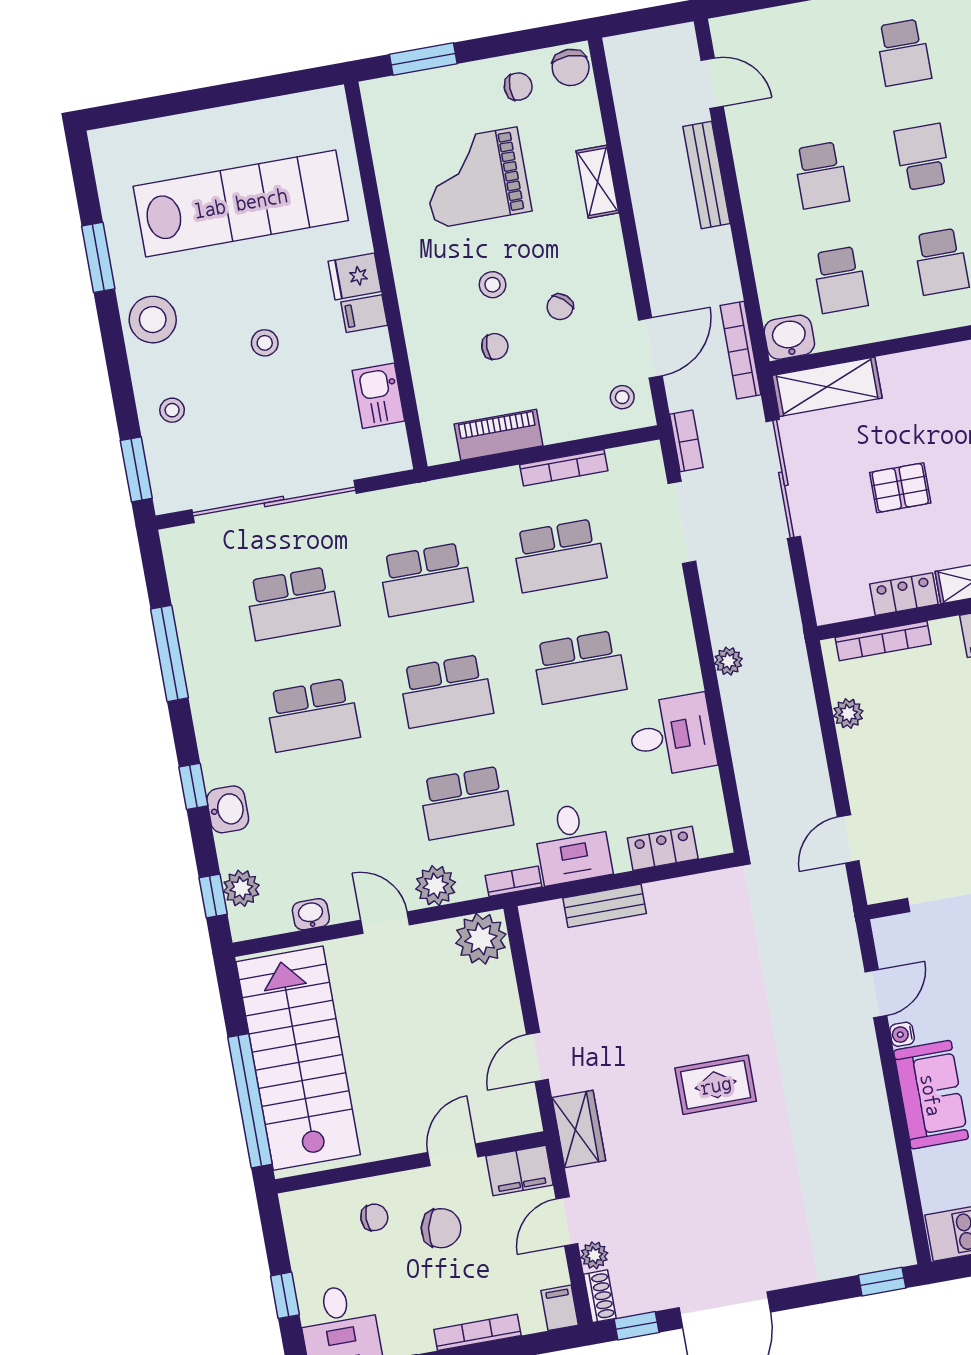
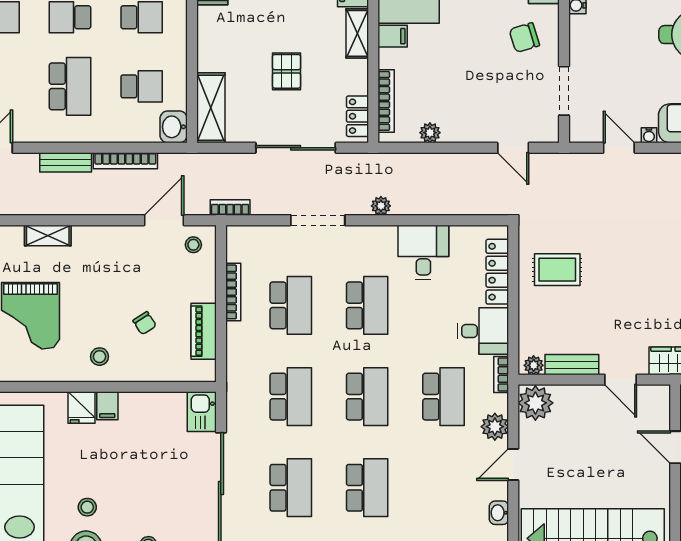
bench: (707, 175) -> (66, 162), width x0.73
school desk: (821, 175) -> (70, 86), width x1.85
stool: (493, 285) -> (100, 357), moved
chair: (560, 307) -> (126, 275), removed
stool: (265, 343) -> (87, 507), moved
chair: (495, 346) -> (145, 323), turned 147
door: (650, 348) -> (164, 220), hinge flipped
bookcase: (740, 350) -> (125, 161), moved
kitchen sink: (378, 396) -> (202, 412), moved, turned 90
sliding door: (783, 479) -> (296, 148), moved
doorway: (682, 522) -> (318, 220), moved
locker: (904, 594) -> (358, 116), moved
locker: (663, 848) -> (497, 272), width x1.53
bench: (605, 906) -> (572, 365), moved, turned 90
plant: (536, 926) -> (534, 365), added
rug: (716, 1085) -> (557, 270), moved, turned 90

